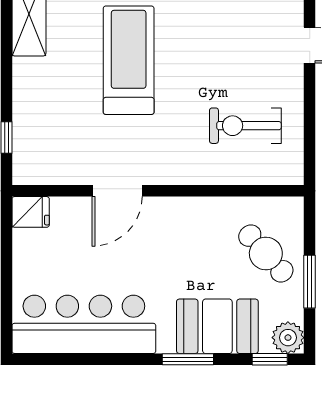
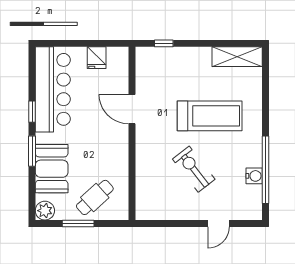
exercise bike: (245, 126) -> (194, 169), moved, turned -38
fridge: (31, 212) -> (97, 58), moved
window: (270, 359) -> (32, 112), moved

